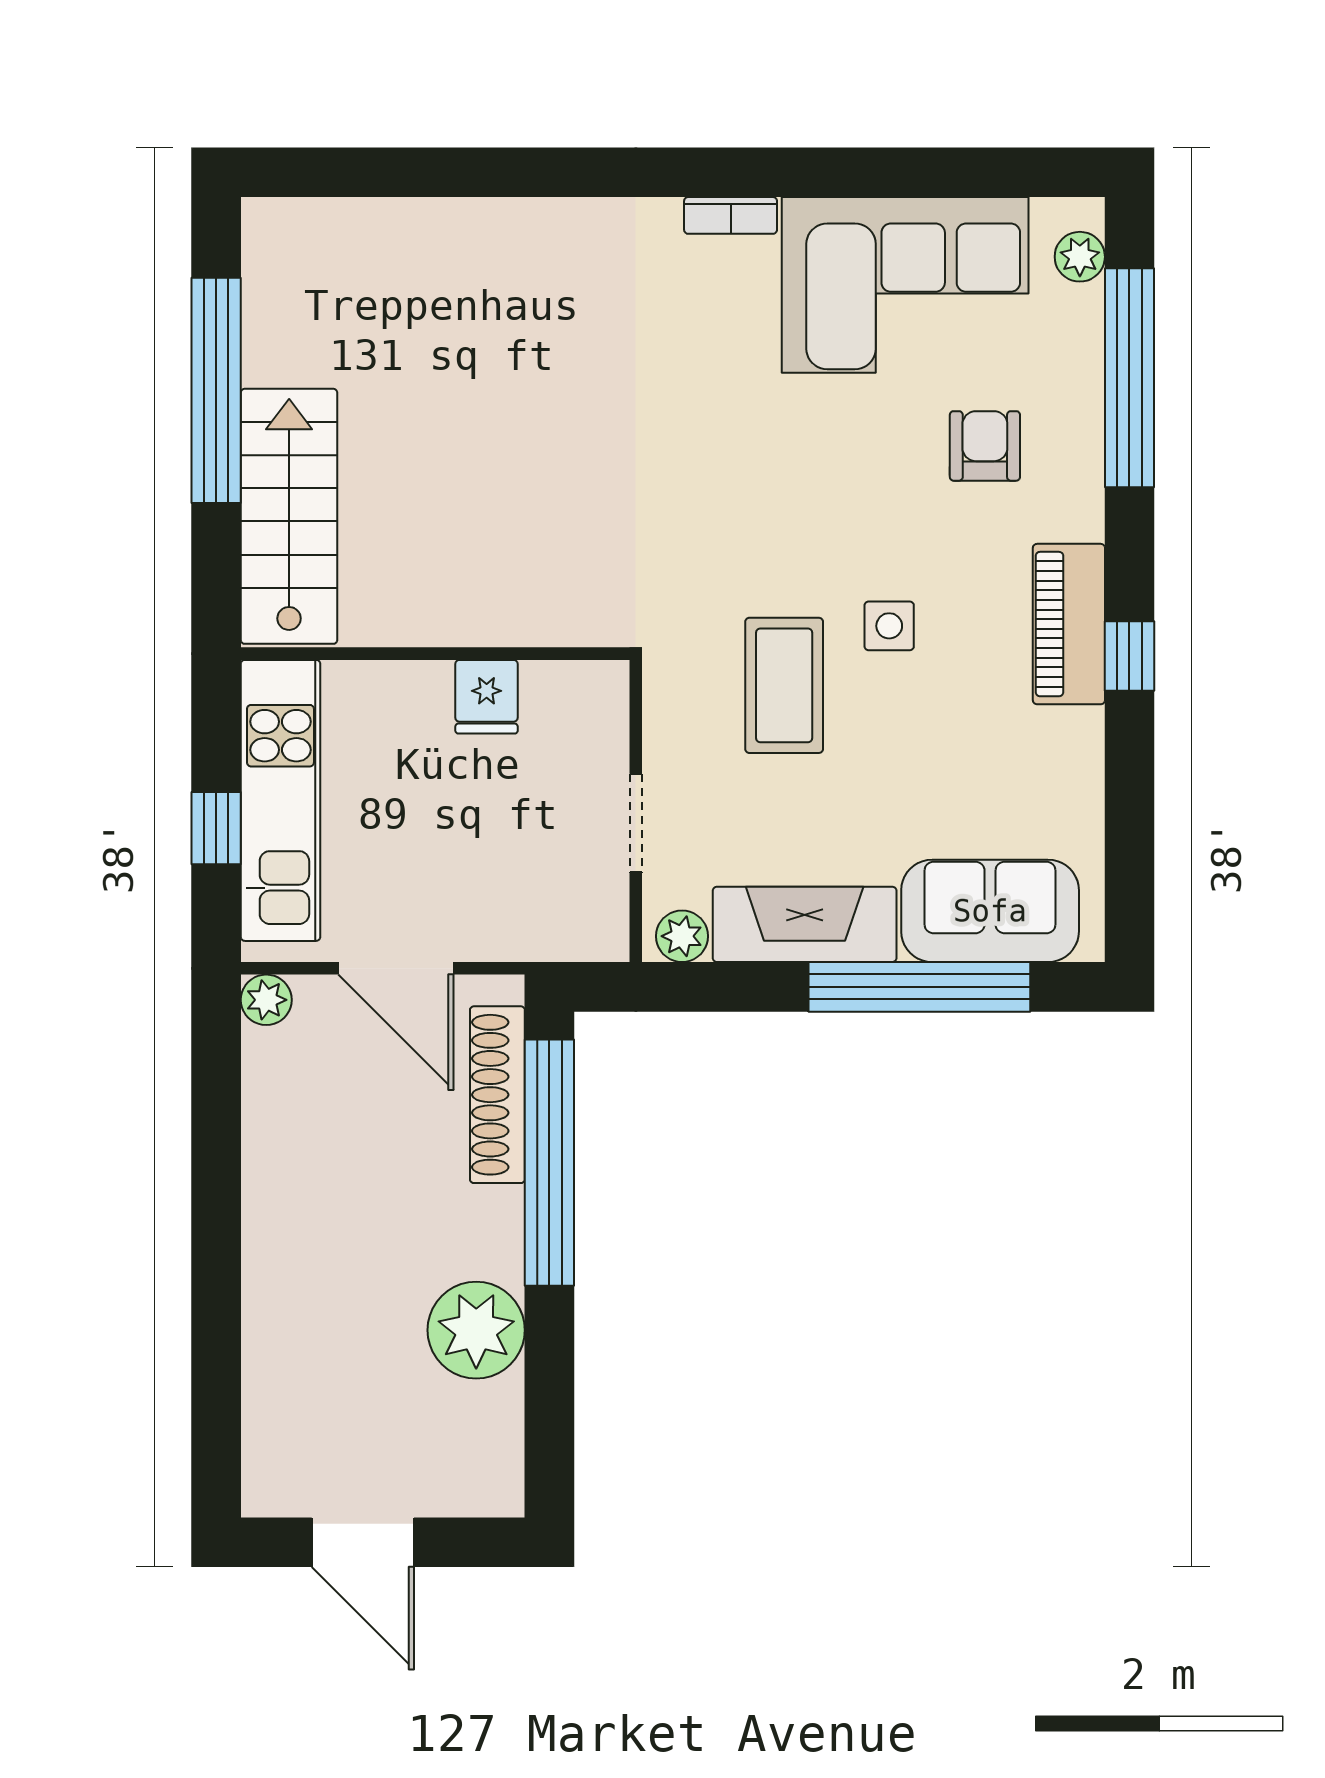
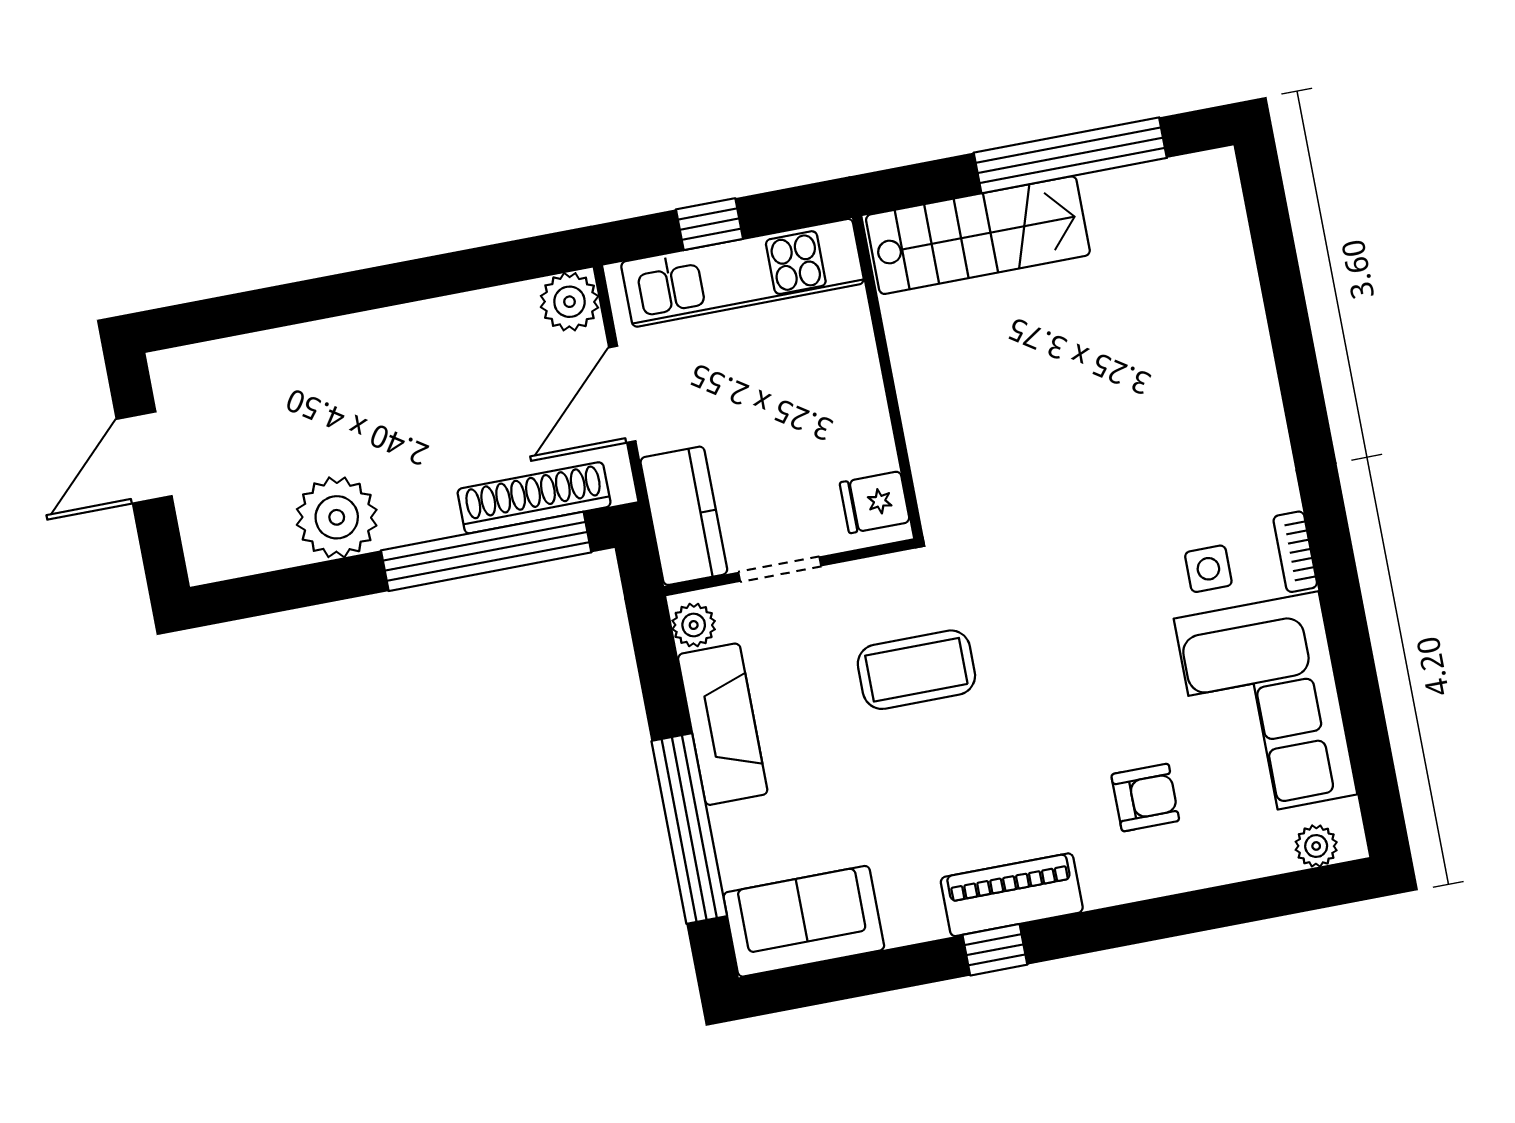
window: (1129, 378) -> (1224, 906), removed
side table: (889, 626) -> (1208, 569), moved
fridge: (487, 697) -> (875, 502), moved
sofa: (990, 911) -> (804, 921), moved, turned -90
kitchen counter: (552, 923) -> (684, 516), added
plant: (266, 1000) -> (570, 302), width x1.38, depth x1.38

